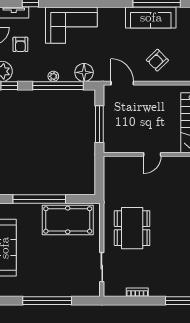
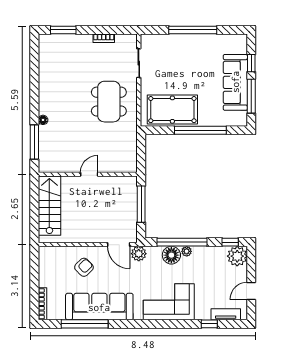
sofa: (151, 17) -> (99, 307), width x1.36, depth x1.27
armchair: (20, 44) -> (219, 283), removed
floor lamp: (84, 72) -> (171, 255), moved
plant: (102, 74) -> (139, 254), added

